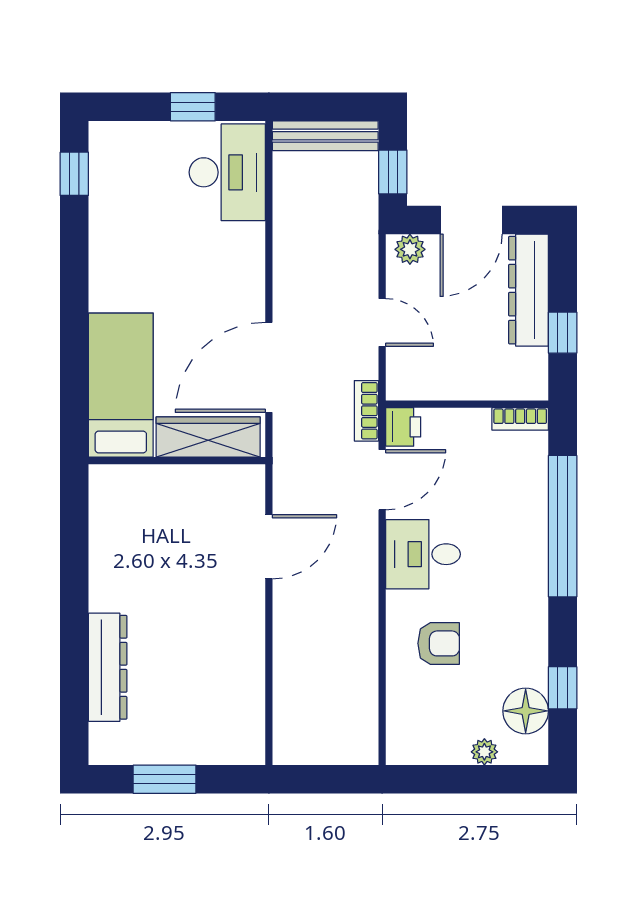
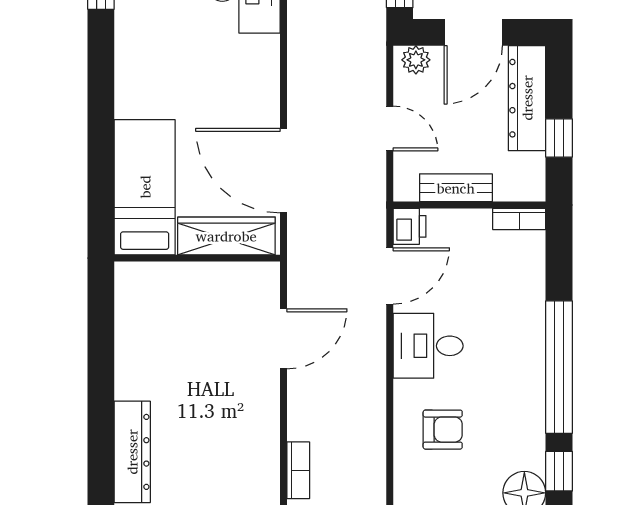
door: (269, 367) -> (284, 171), hinge flipped
bench: (453, 386) -> (456, 188), added
bookcase: (366, 411) -> (298, 470), moved, turned 180
window: (563, 526) -> (559, 367), moved

